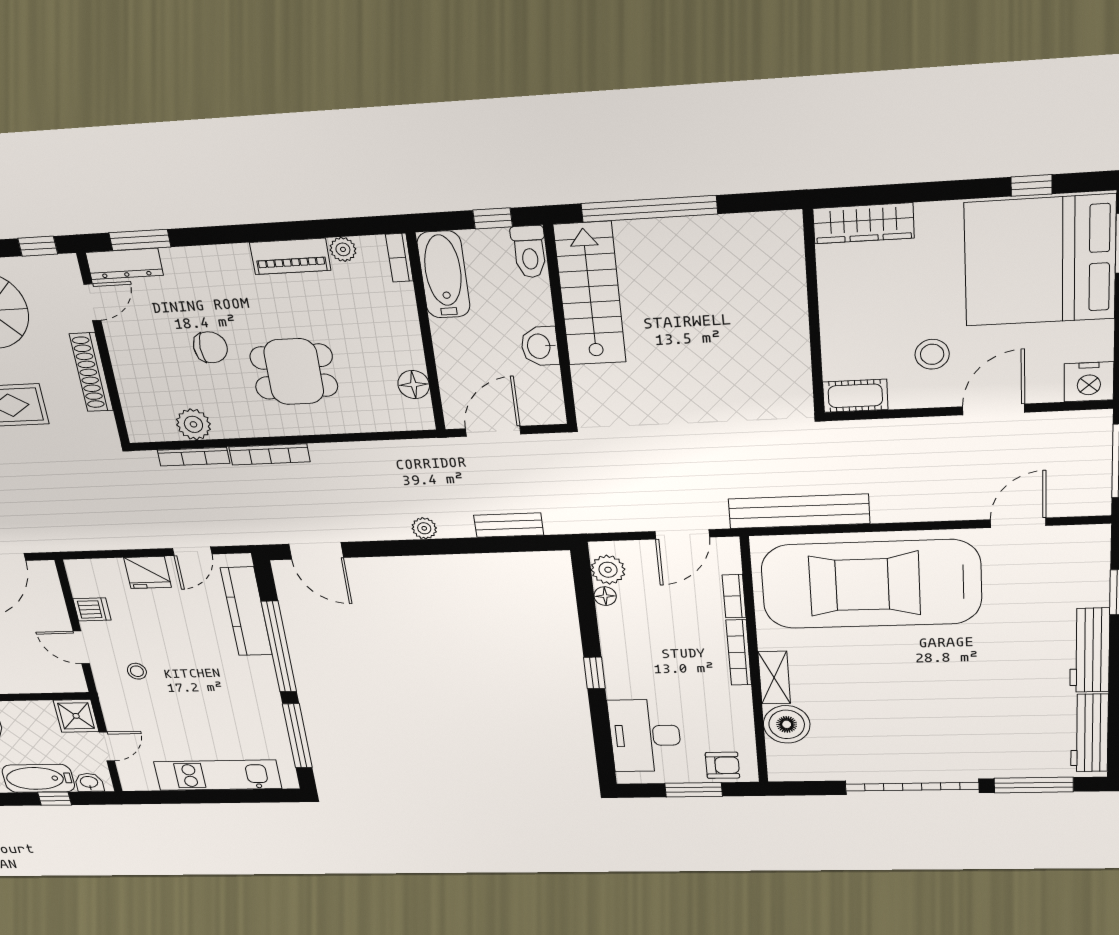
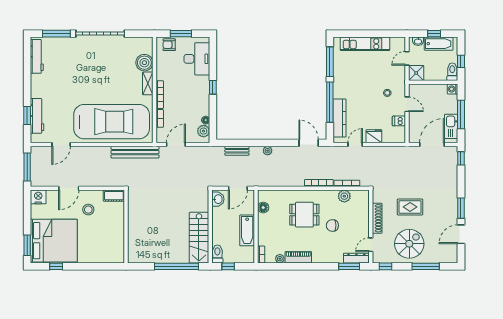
wardrobe: (863, 223) -> (109, 257), removed
bathtub: (444, 275) -> (247, 230), moved
washbasin: (540, 346) -> (218, 199), moved
workbench: (1090, 650) -> (37, 116), moved

